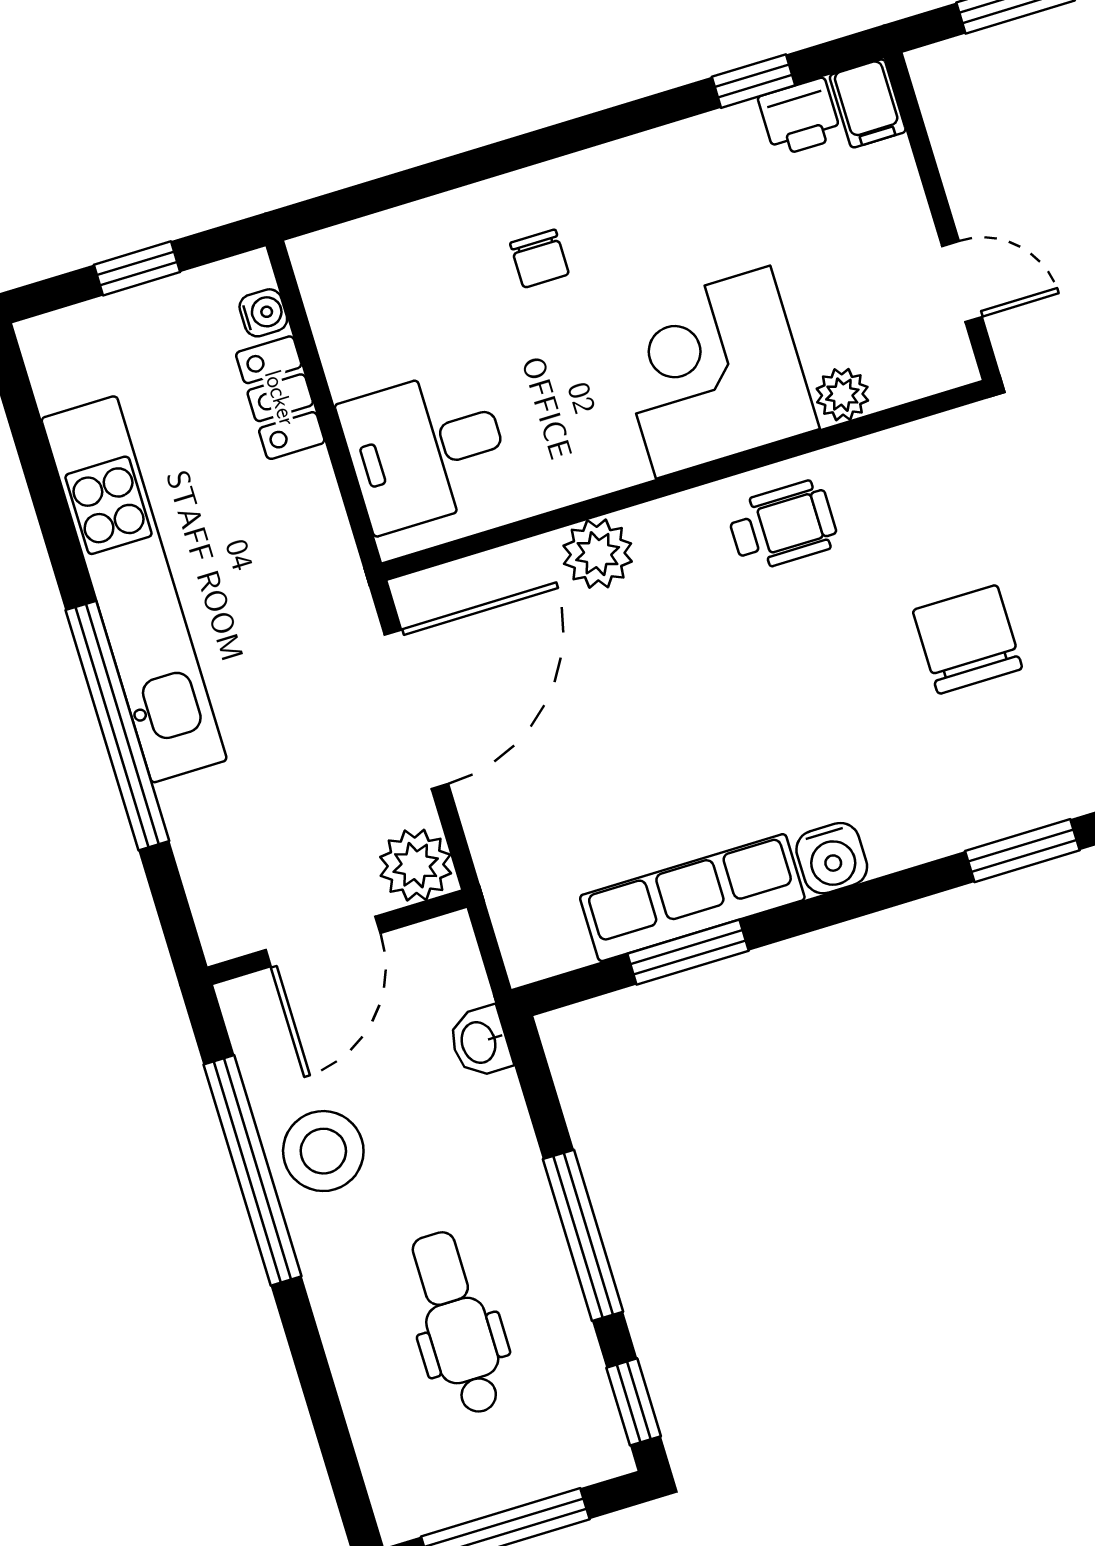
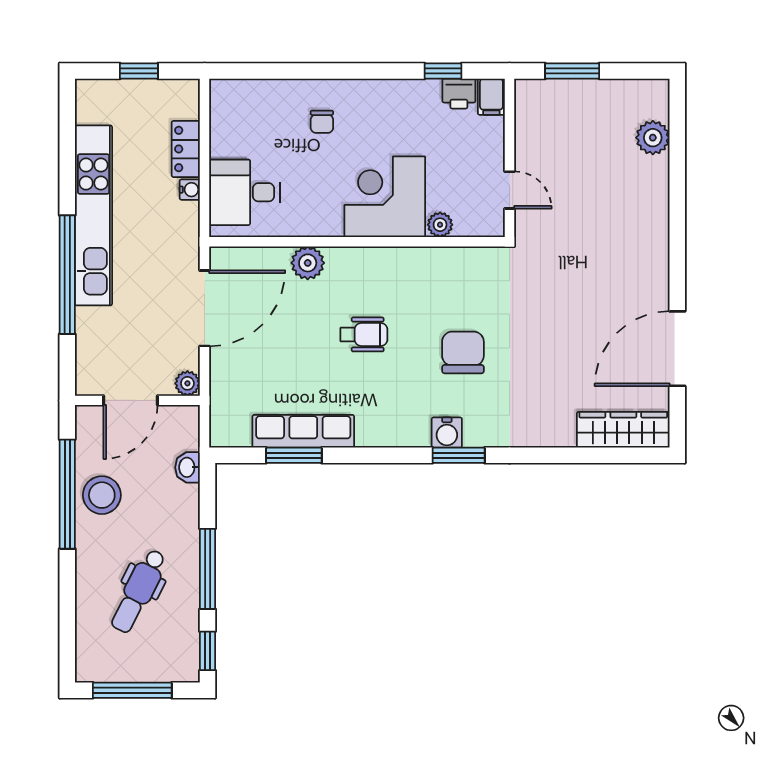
water cooler: (263, 313) -> (190, 190), moved
wheelchair: (783, 526) -> (364, 334), moved
water cooler: (832, 858) -> (447, 433), moved
plant: (416, 865) -> (187, 383), width x0.73, depth x0.73
dental chair: (457, 1323) -> (139, 591), turned -153

